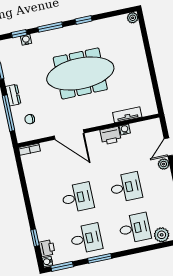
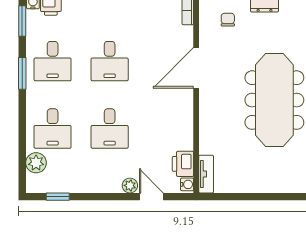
tv unit: (127, 115) -> (206, 174), moved
water cooler: (125, 130) -> (187, 184), moved
printer: (111, 136) -> (183, 164), moved

